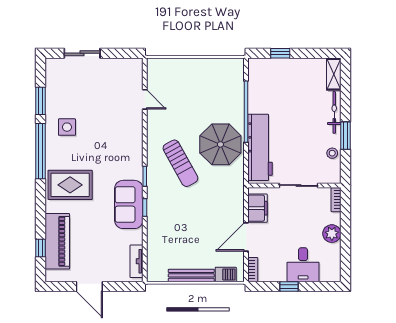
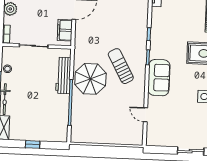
window: (280, 53) -> (33, 144), moved
workbench: (260, 147) -> (63, 75), width x0.73, depth x0.76
sofa: (129, 204) -> (159, 78), moved

